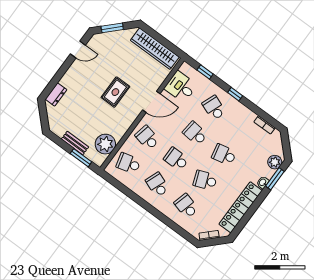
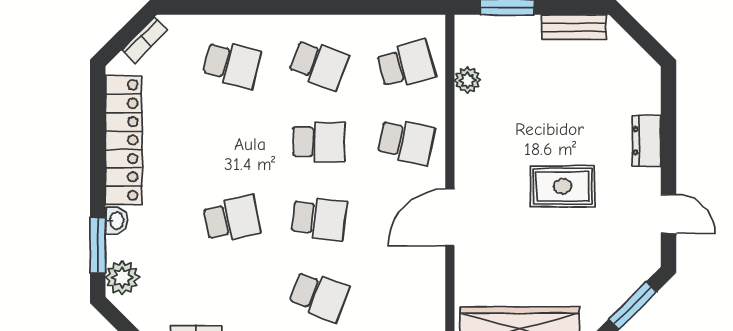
door: (78, 50) -> (669, 214), swing flipped
desk: (181, 87) -> (414, 289), removed
rug: (115, 92) -> (563, 186), moved, turned 90
dresser: (56, 94) -> (647, 141), moved
bench: (75, 143) -> (574, 27), moved
plant: (105, 144) -> (467, 80), width x0.53, depth x0.53
school desk: (205, 180) -> (232, 142), removed

